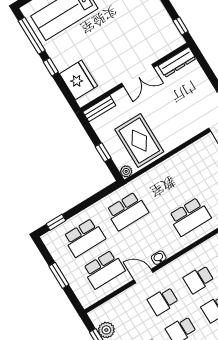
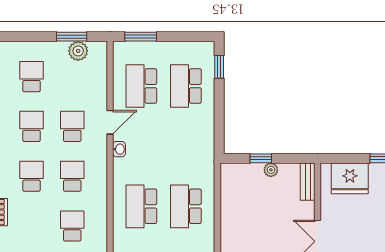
rug: (139, 141) -> (250, 202), removed
plant: (126, 171) -> (271, 170), moved
school desk: (127, 211) -> (186, 206), moved
window: (59, 275) -> (141, 37), moved

